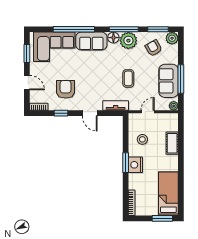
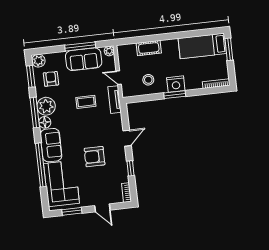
armchair: (154, 48) -> (51, 79), turned 120
door: (27, 83) -> (102, 208), swing flipped
armchair: (66, 89) -> (95, 157), moved
tv unit: (116, 106) -> (115, 100), moved

